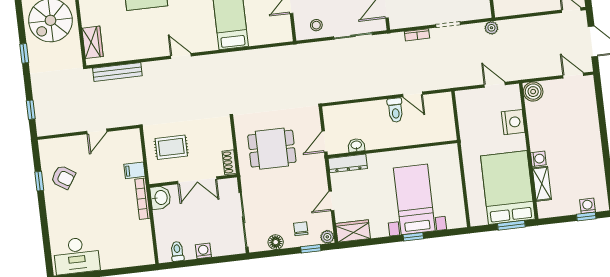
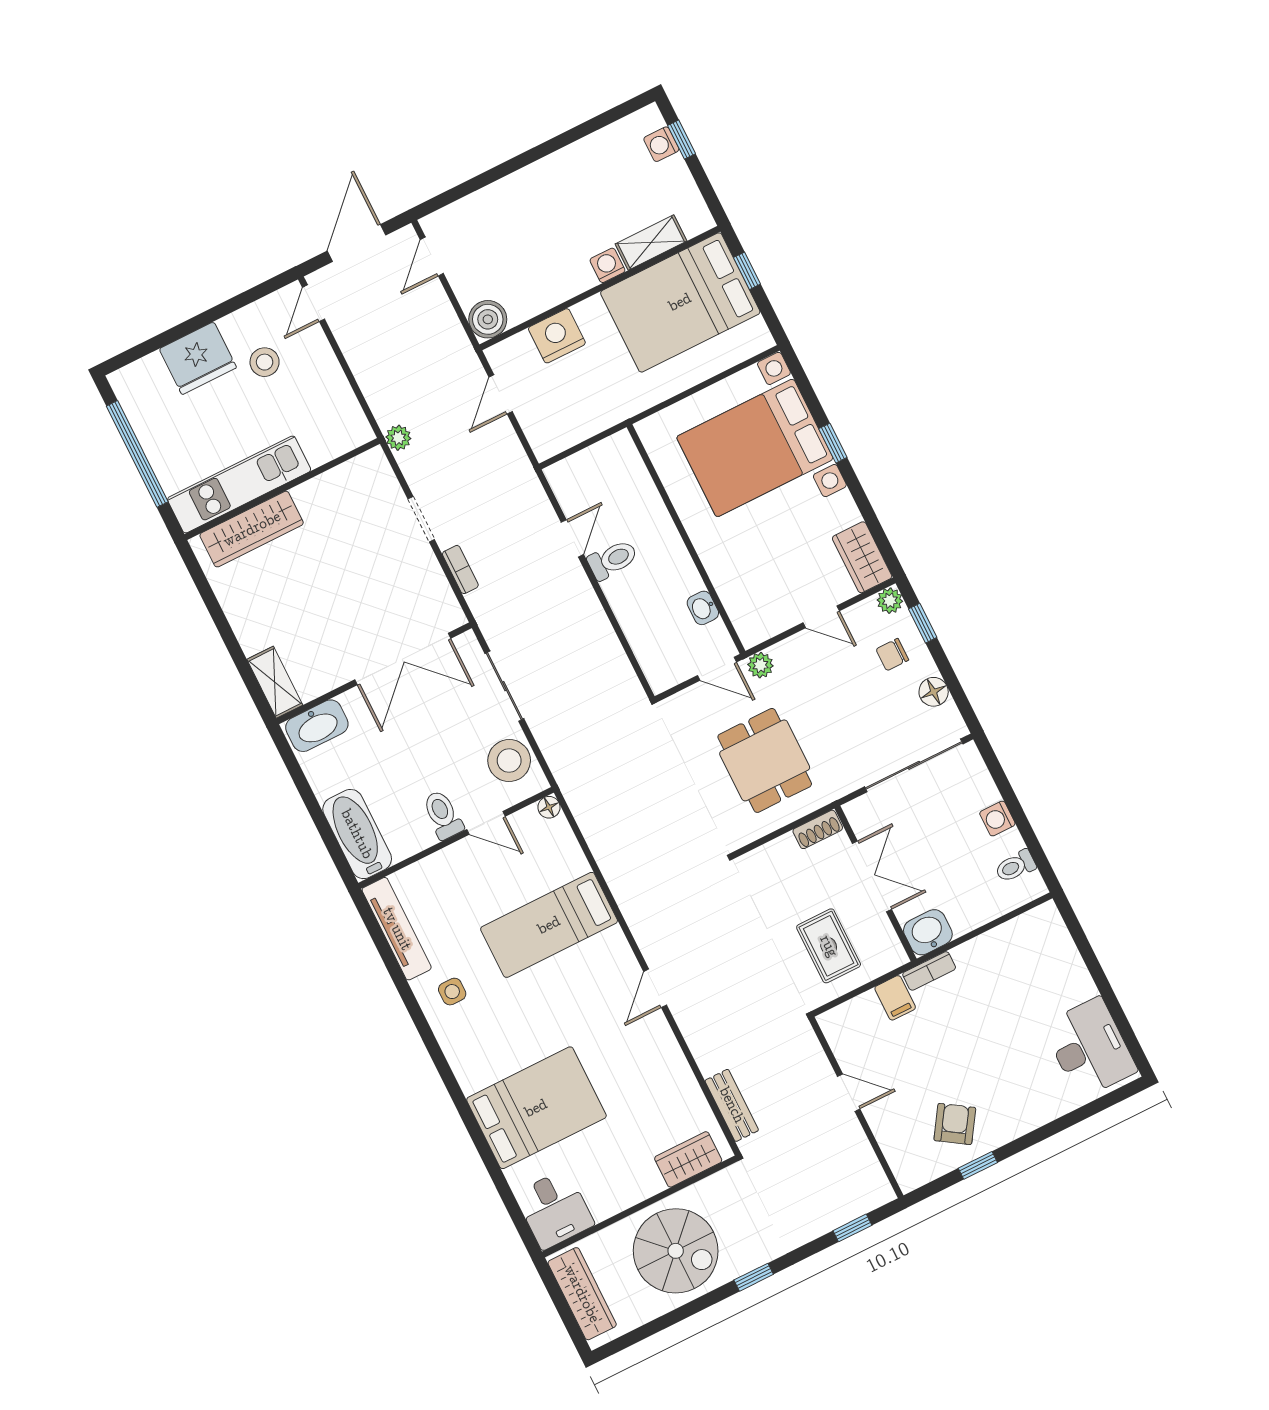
stool: (316, 25) -> (509, 761), width x1.89, depth x1.89
floor lamp: (287, 36) -> (549, 807), added
bench: (117, 72) -> (732, 1105), width x0.73
plant: (319, 163) -> (760, 665), added
dresser: (348, 163) -> (742, 612), removed
bookcase: (142, 199) -> (929, 971), width x0.64
bed with nightstands: (414, 199) -> (755, 448), width x1.36
window: (511, 225) -> (747, 271), width x0.67

